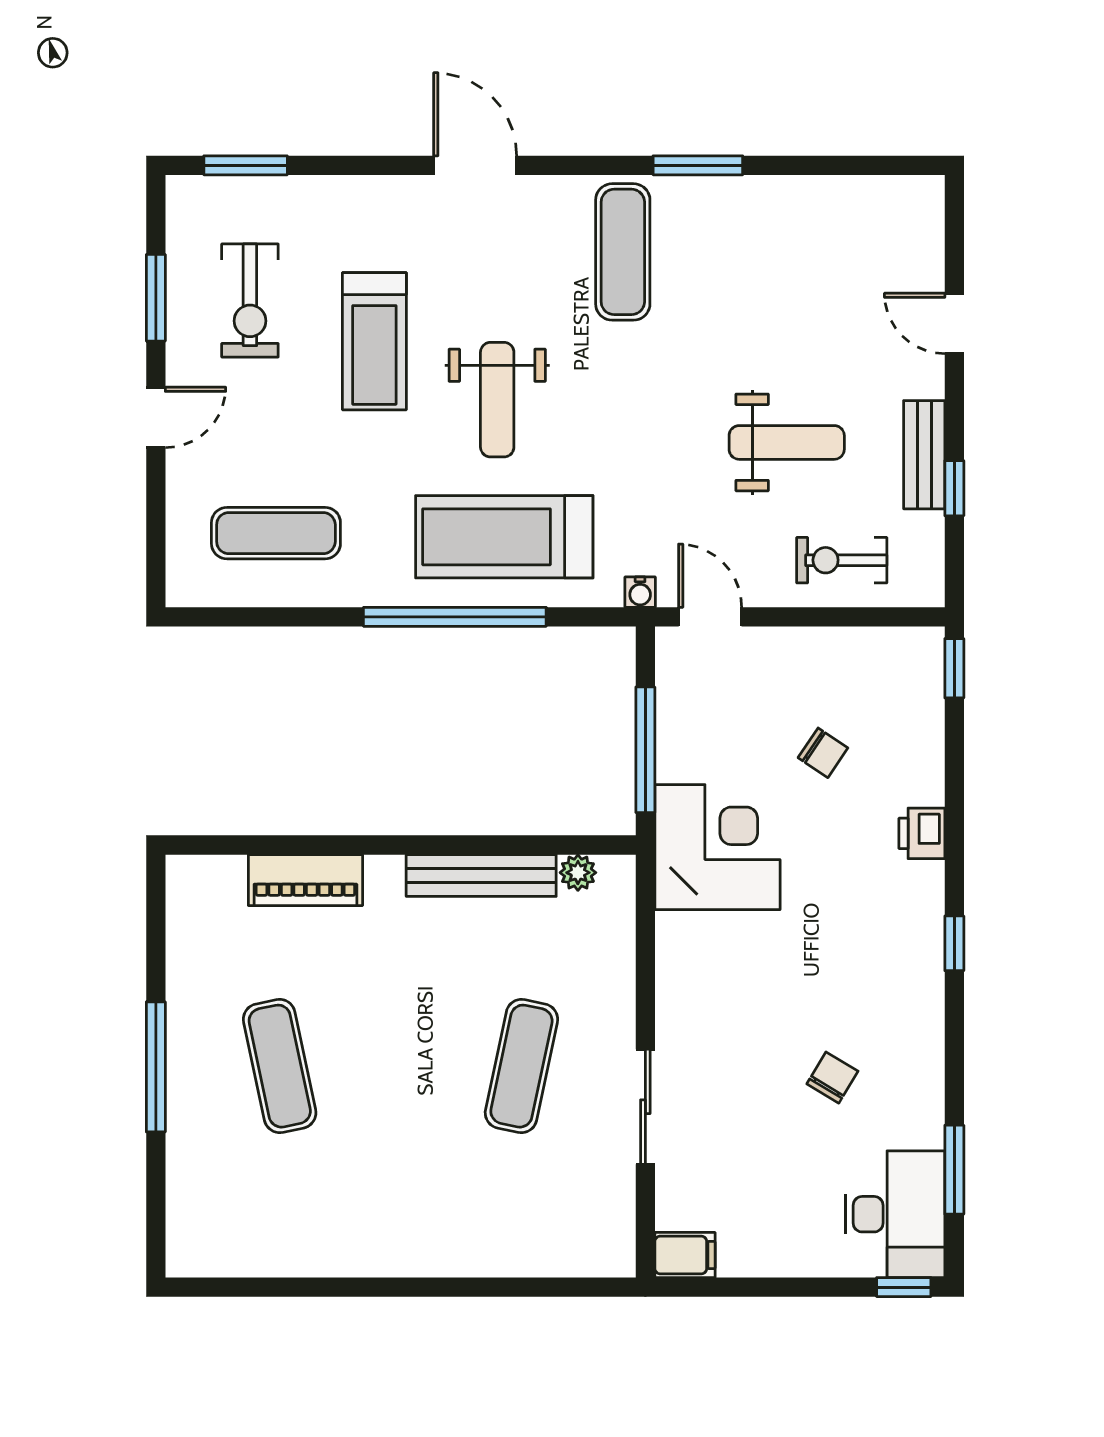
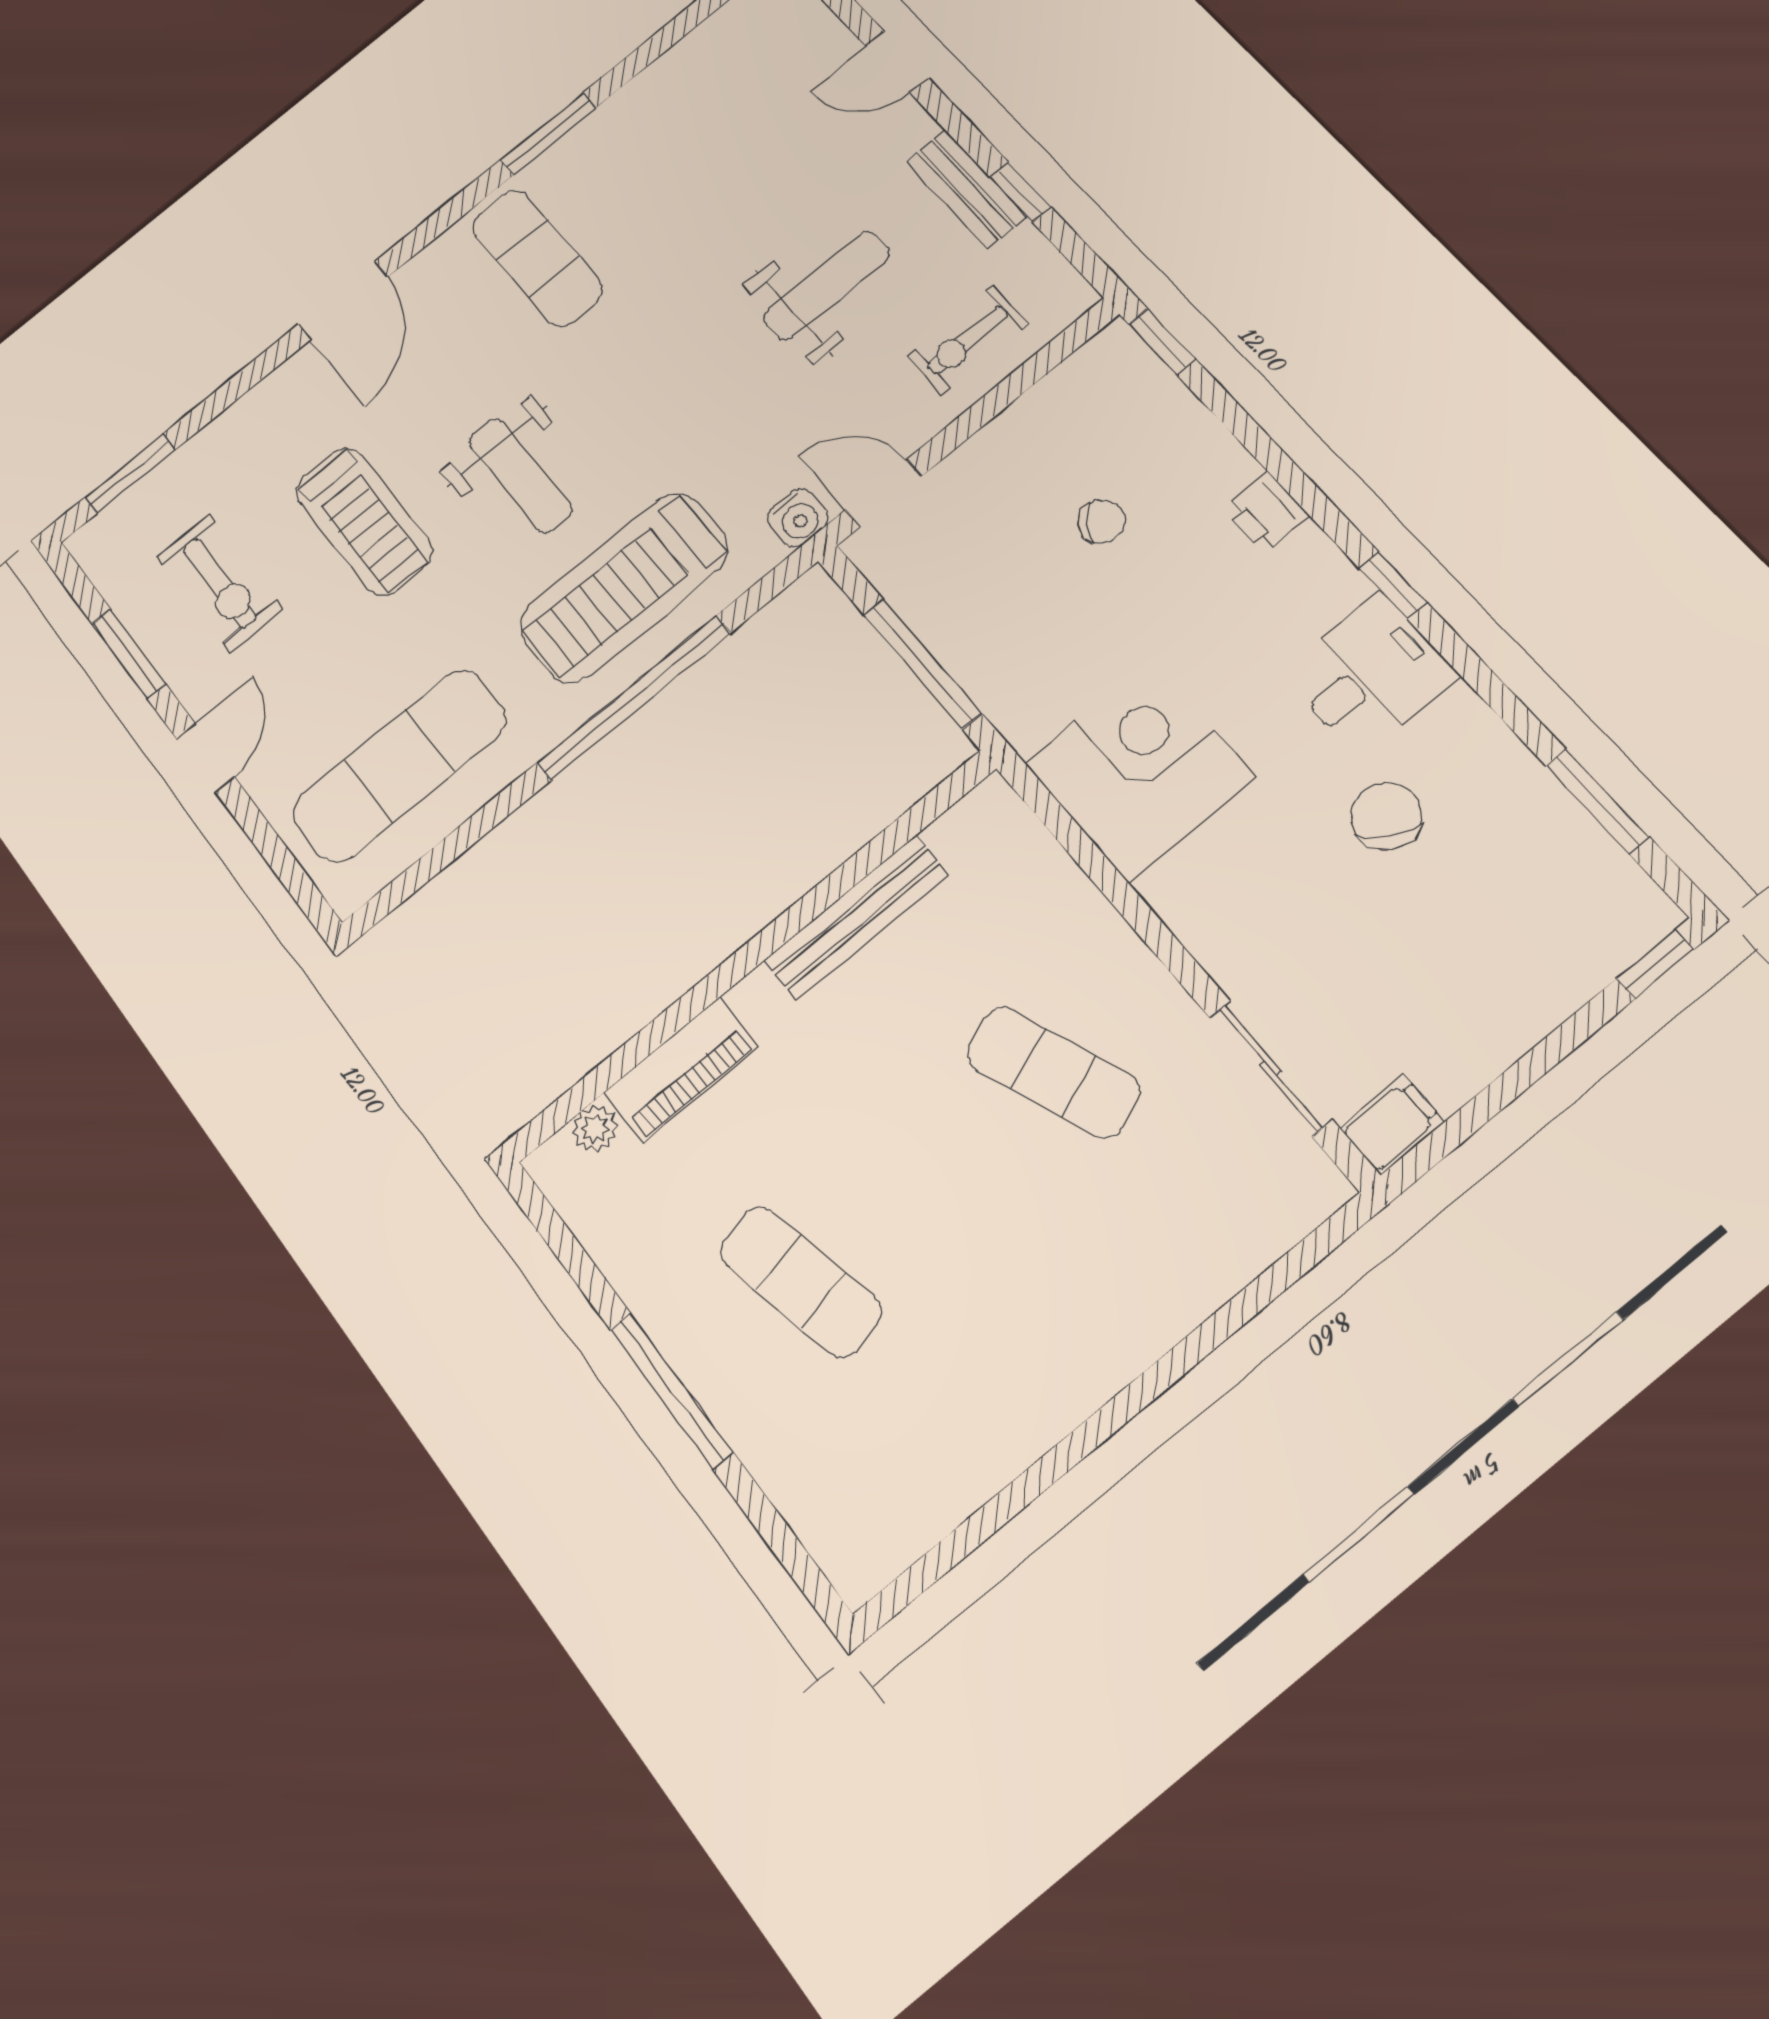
door: (475, 165) -> (343, 301), swing flipped
exercise mat: (276, 533) -> (399, 766), width x1.36, depth x1.45
water cooler: (640, 592) -> (798, 518), width x1.38, depth x1.38
corner desk: (717, 847) -> (1140, 770), moved
plant: (578, 873) -> (595, 1129), moved
exercise mat: (521, 1066) -> (1053, 1072), turned -33
chair: (832, 1078) -> (1386, 816), width x1.37, depth x1.37
sliding door: (645, 1107) -> (1271, 1068), moved
desk: (895, 1214) -> (1370, 675), moved, width x0.73

